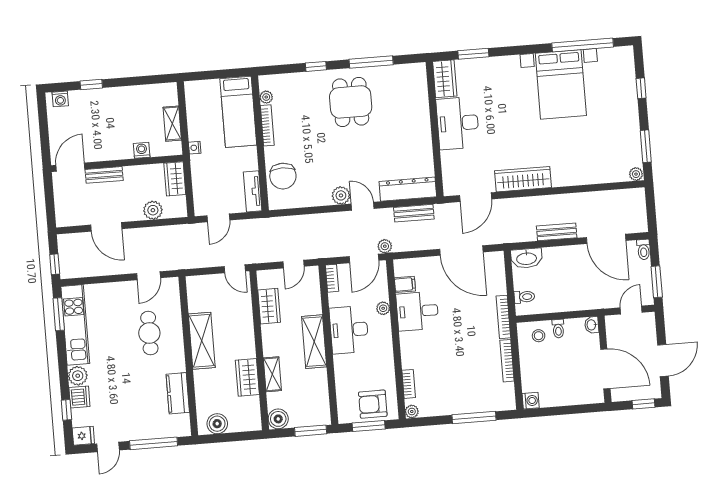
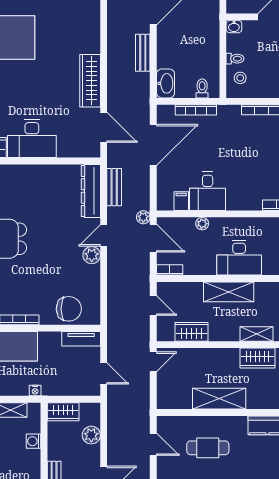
bookcase: (503, 317) -> (196, 110), moved
desk: (349, 330) -> (239, 258), moved

